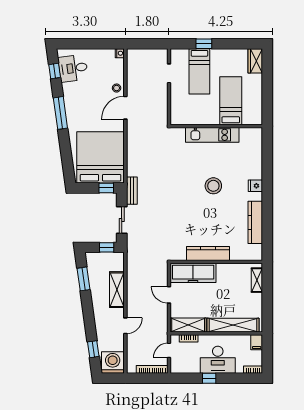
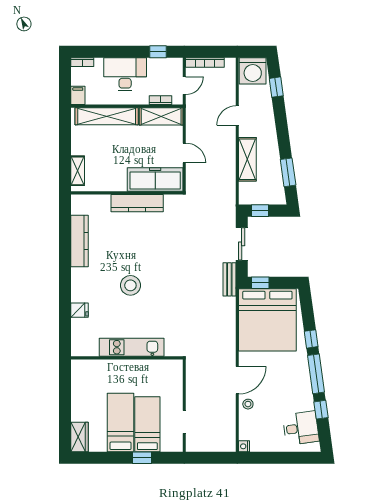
window: (55, 71) -> (321, 410), moved
bed: (231, 101) -> (120, 423), moved, turned 180
window: (64, 142) -> (311, 339), added
fridge: (255, 186) -> (79, 310), moved
window: (209, 378) -> (158, 52), moved

